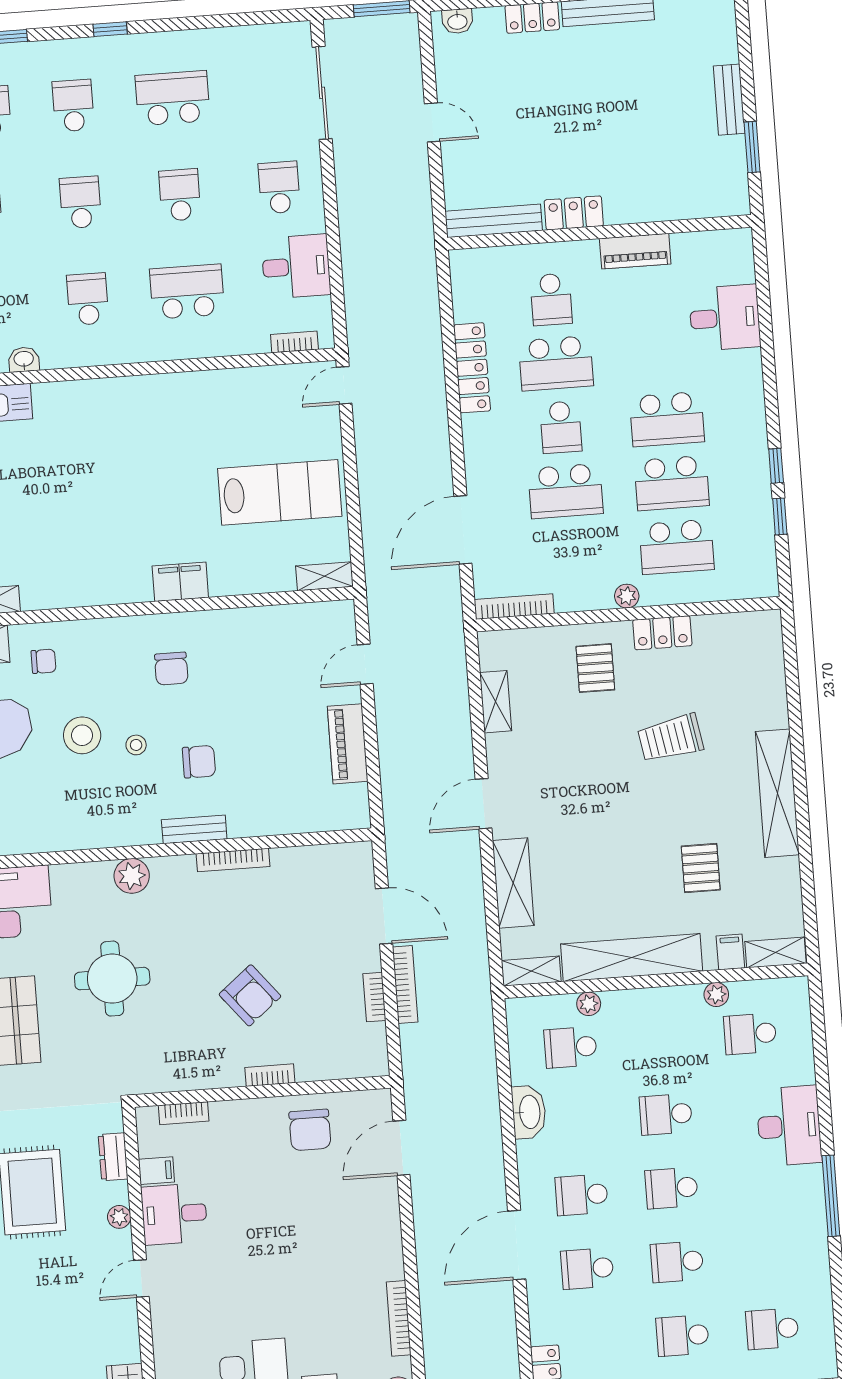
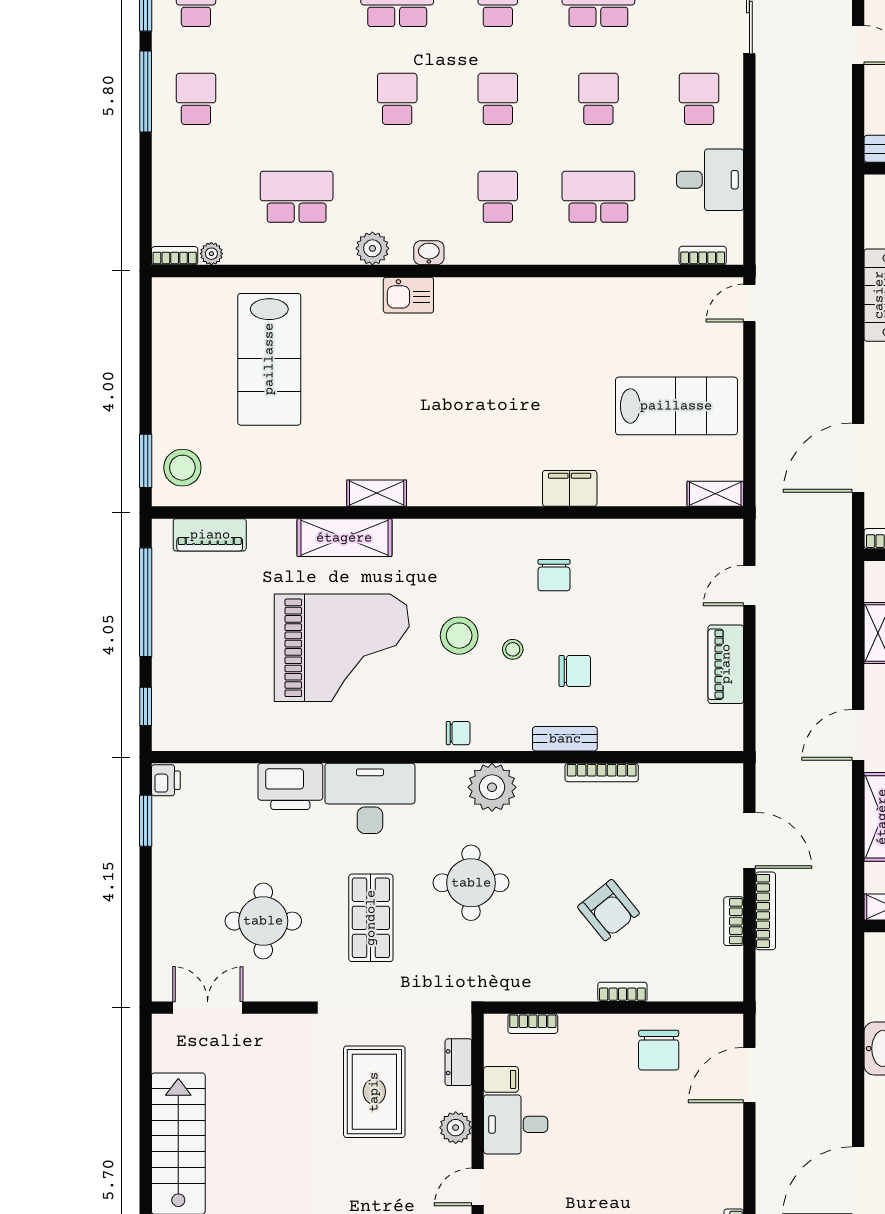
chair: (44, 661) -> (458, 733), moved
plant: (132, 876) -> (492, 787), width x1.36, depth x1.36
plant: (119, 1217) -> (456, 1128), width x1.38, depth x1.38

